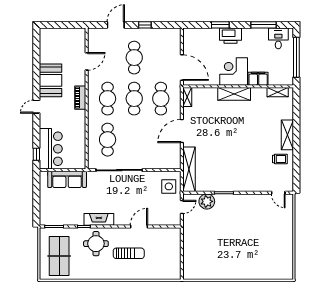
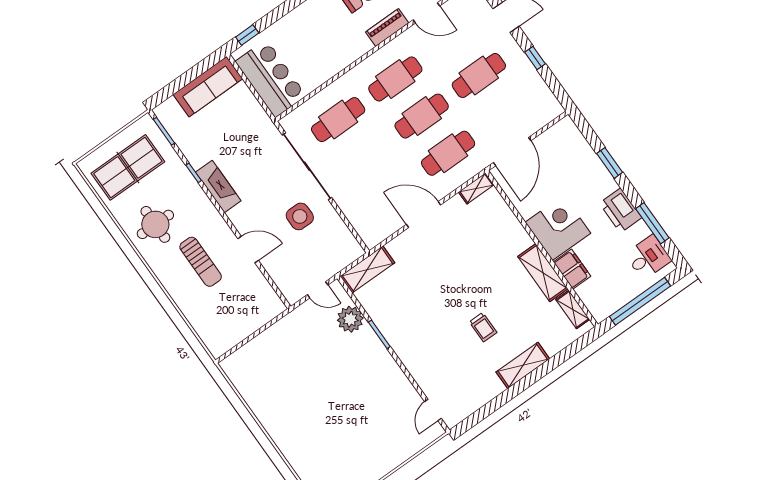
printer: (230, 36) -> (621, 210), moved
shelving: (234, 94) -> (543, 273), moved
piano: (80, 98) -> (387, 28), moved
bar counter: (51, 149) -> (271, 79), moved, turned -90
trolley: (280, 159) -> (483, 327), moved
shelving: (189, 169) -> (367, 269), width x0.68
sofa: (67, 179) -> (208, 87), moved, turned -90
side table: (169, 186) -> (300, 216), moved
round table: (96, 244) -> (155, 224), moved

